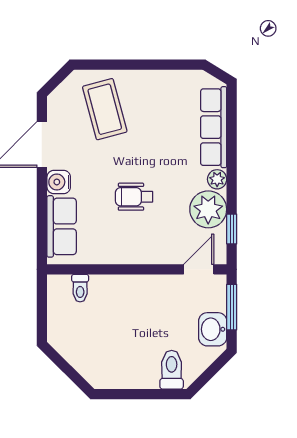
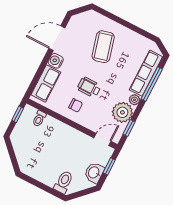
coffee table: (105, 109) -> (103, 47), moved
window: (232, 140) -> (152, 84), added
chair: (128, 237) -> (76, 105), added
window: (42, 299) -> (18, 114), added
window: (232, 307) -> (109, 166), width x0.67

